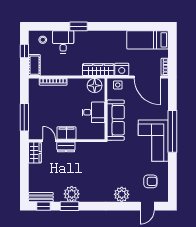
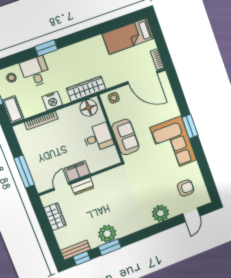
nightstand: (122, 69) -> (52, 101), moved
sofa: (116, 120) -> (125, 137), width x0.73
window: (172, 131) -> (190, 126), width x0.47
door: (49, 141) -> (61, 186), hinge flipped
wardrobe: (35, 153) -> (55, 217), moved

